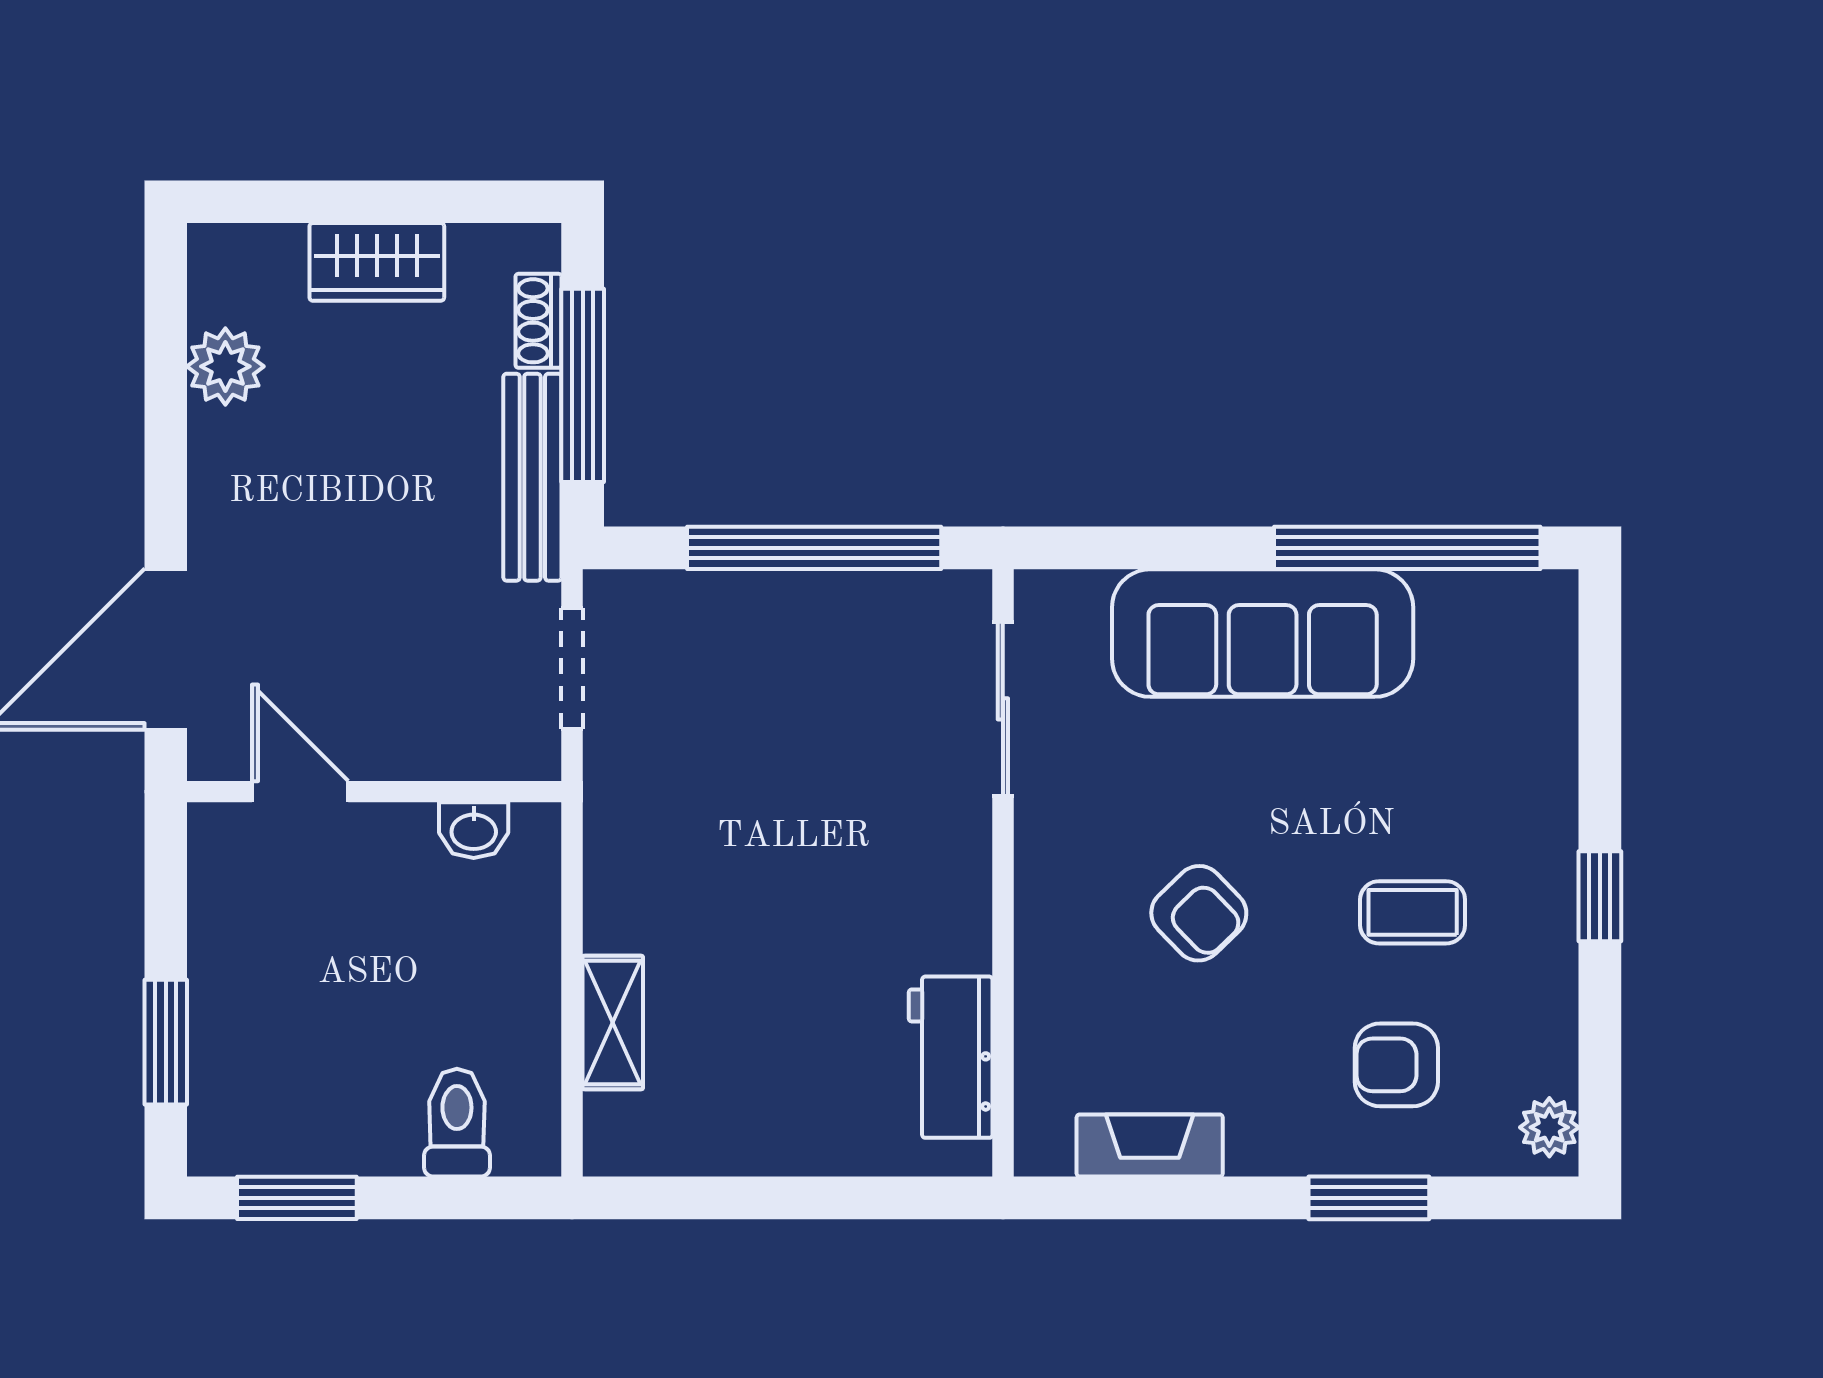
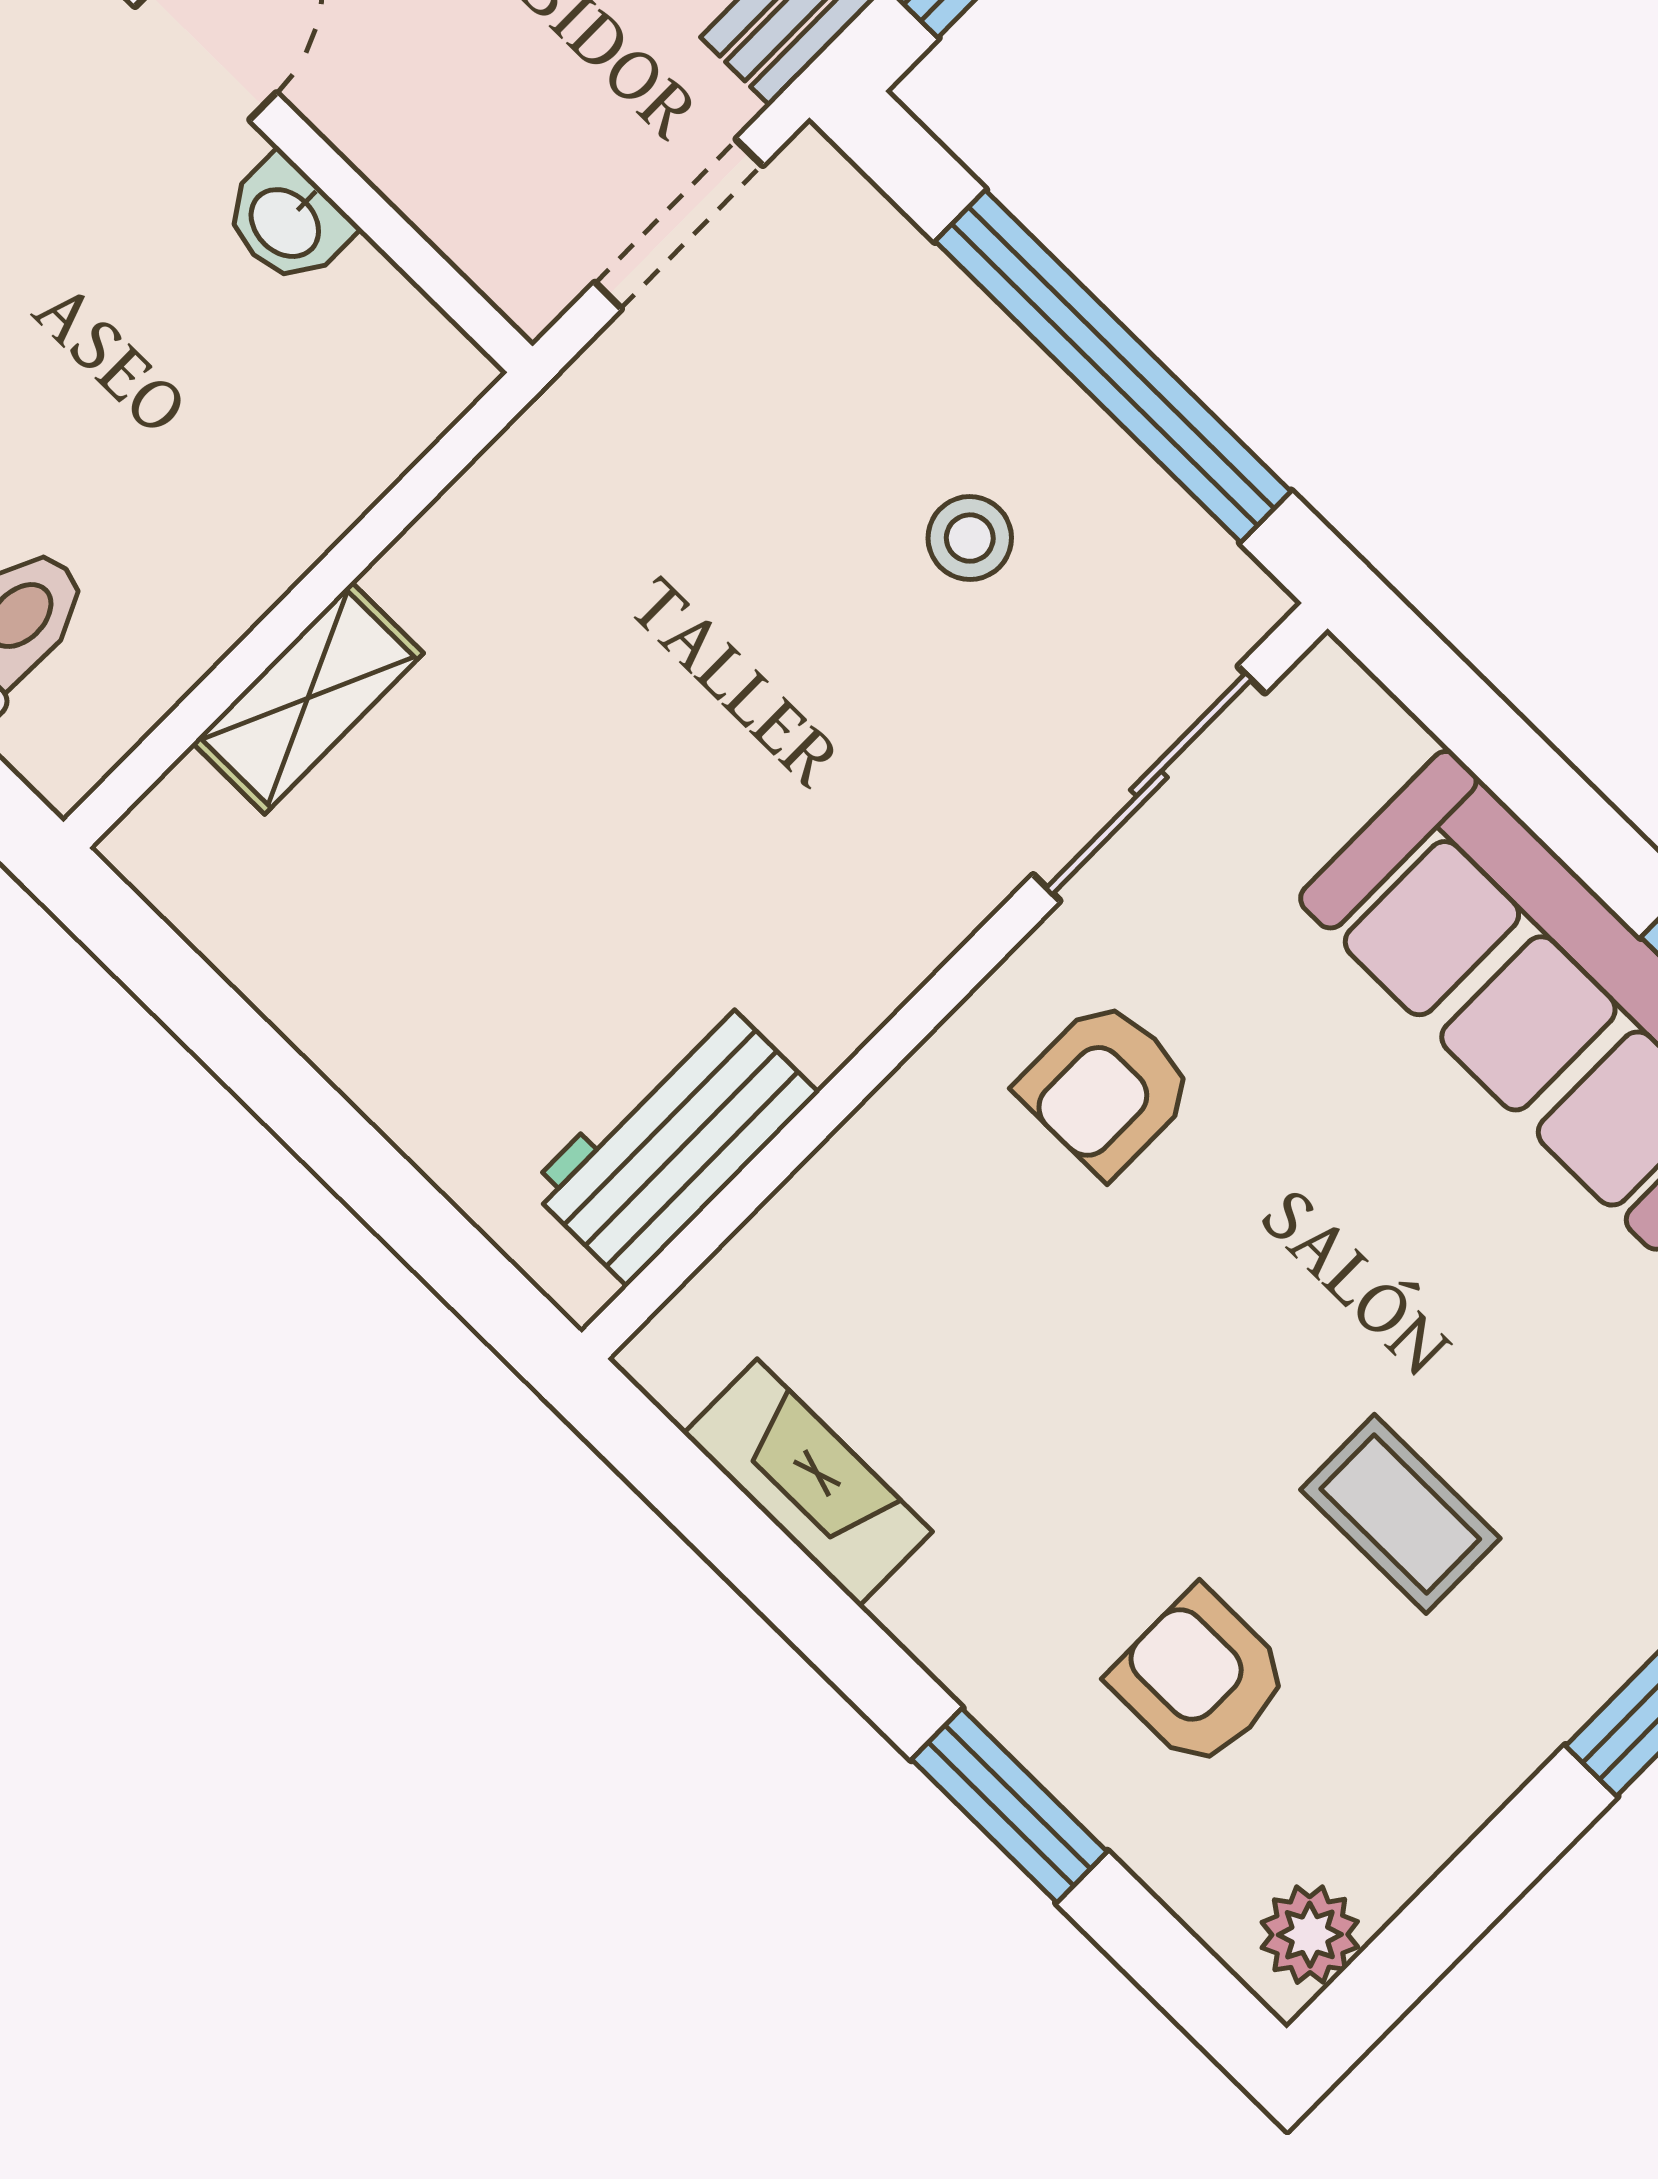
stool: (825, 680) -> (970, 538), added
washbasin: (474, 830) -> (287, 221), moved
armchair: (1199, 913) -> (1106, 1088), moved, turned 44

